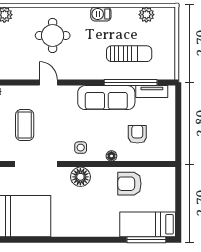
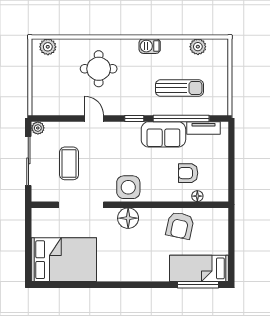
window: (86, 83) -> (134, 119), added
sofa: (106, 98) -> (163, 134), width x0.73
armchair: (137, 134) -> (188, 173), turned -90
side table: (81, 148) -> (128, 187), width x1.87, depth x1.87
floor lamp: (111, 156) -> (197, 196), moved
armchair: (129, 184) -> (180, 225), turned -78

